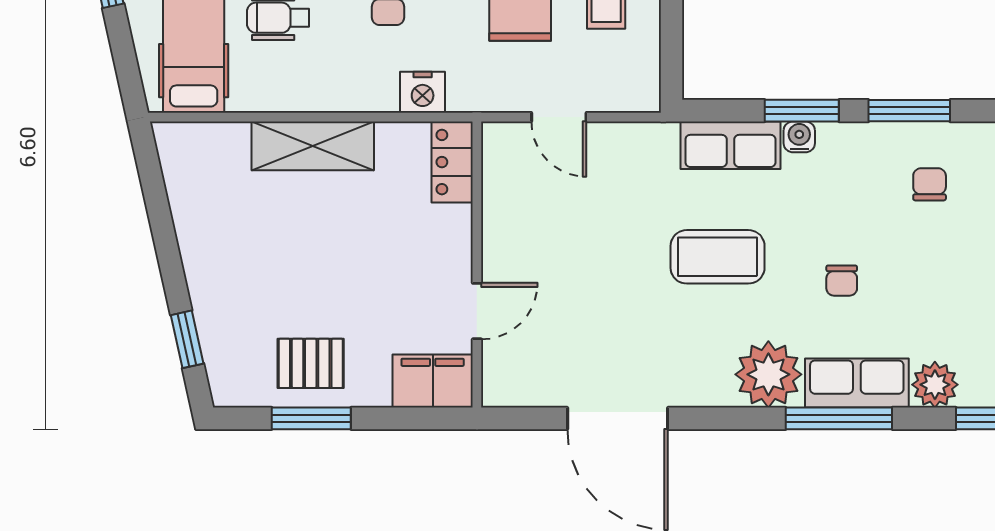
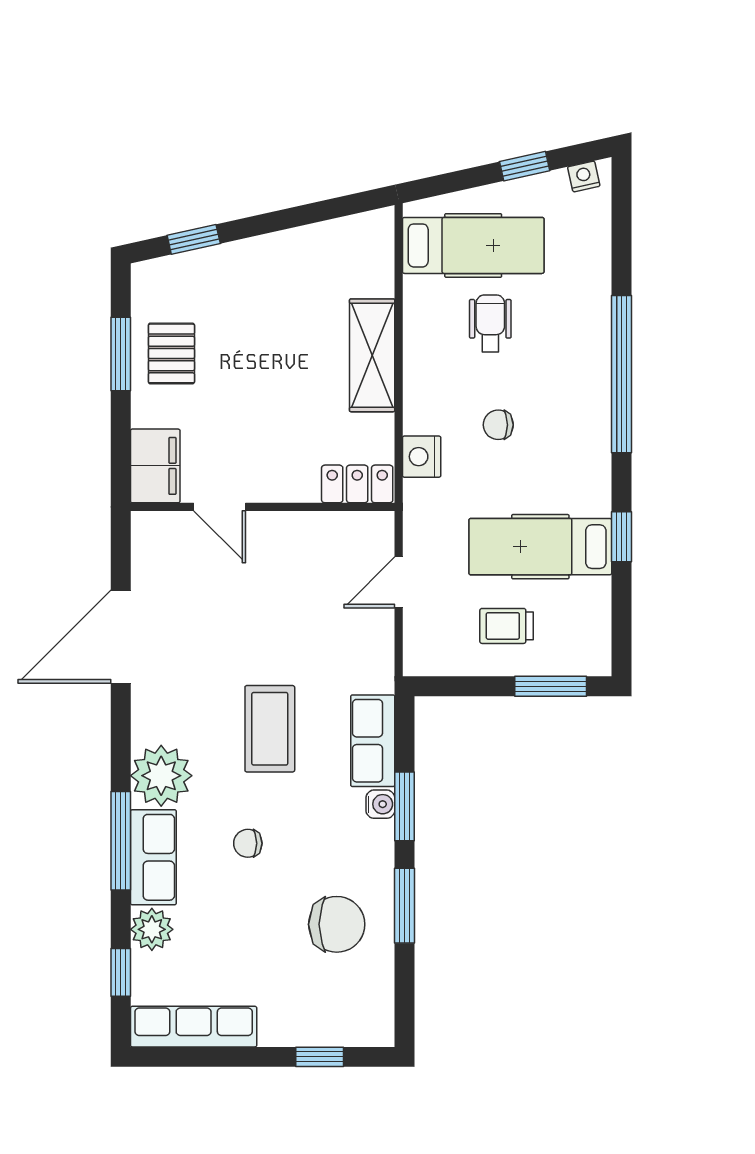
chair: (930, 184) -> (337, 924), width x1.87, depth x1.87

